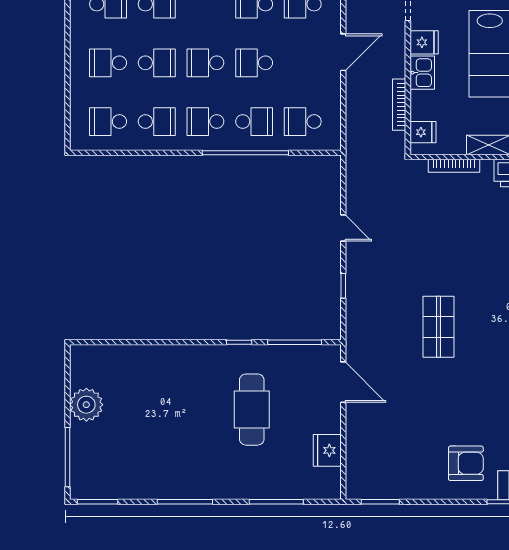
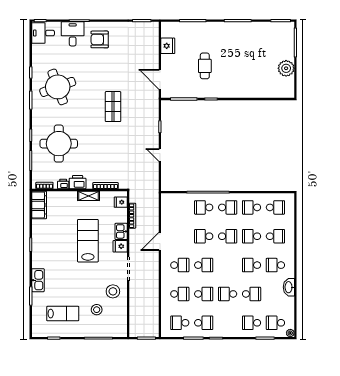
school desk: (254, 63) -> (204, 236), turned 180
school desk: (303, 122) -> (180, 207), removed
cafe table: (252, 410) -> (205, 66), width x0.73, depth x0.74

